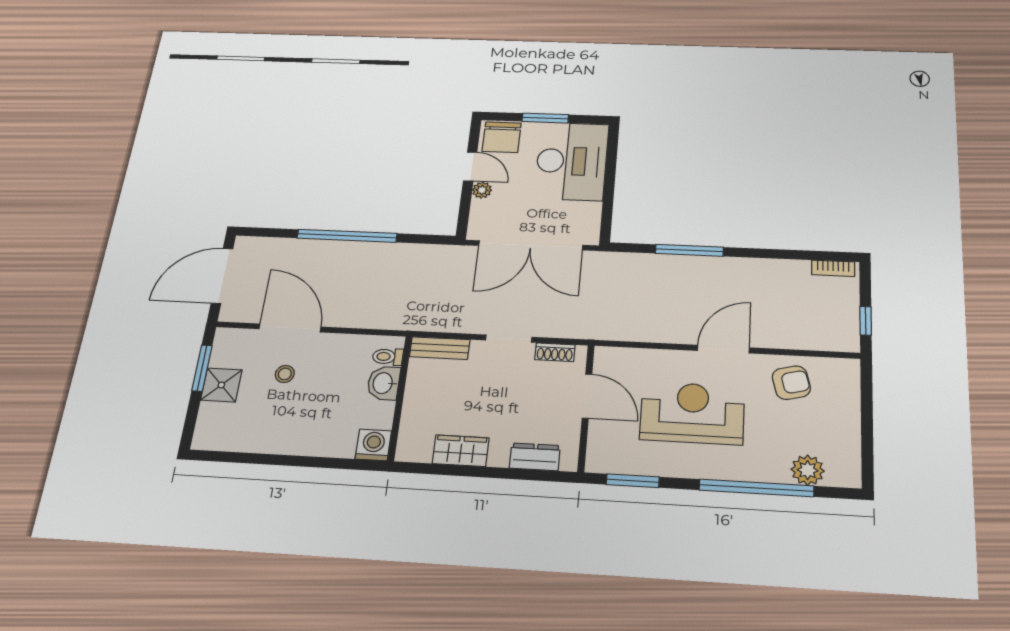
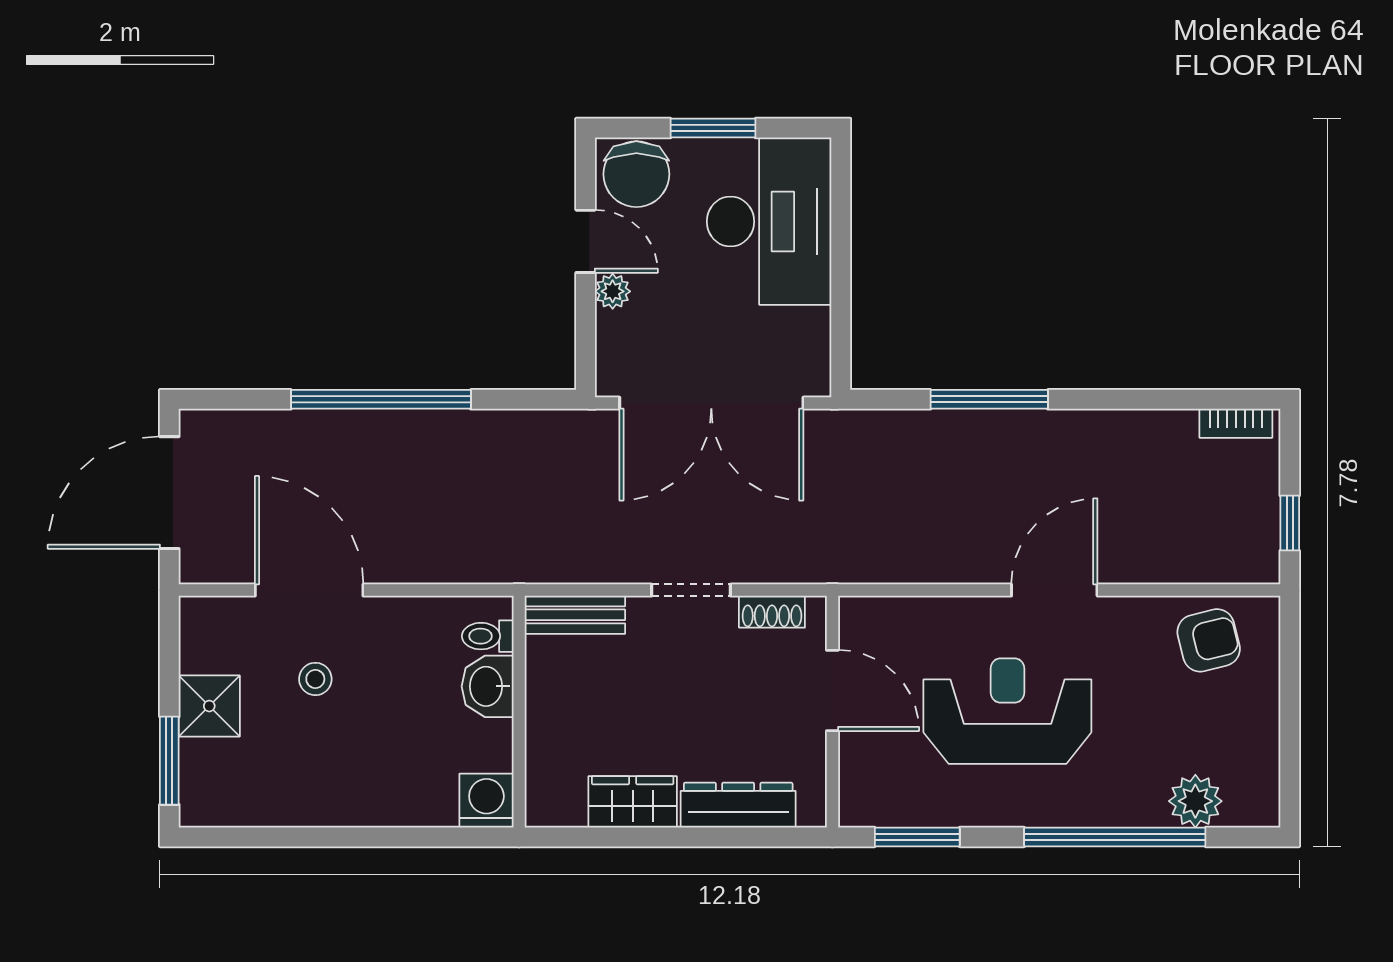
window: (202, 368) -> (169, 761), moved
armchair: (791, 383) -> (1209, 640), moved
dresser: (535, 457) -> (738, 805), width x1.44

